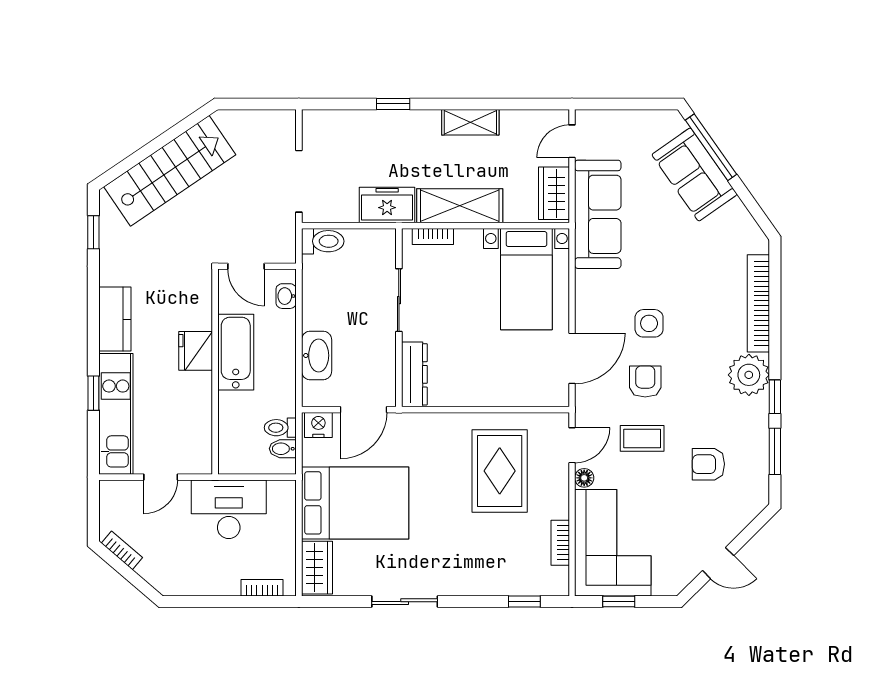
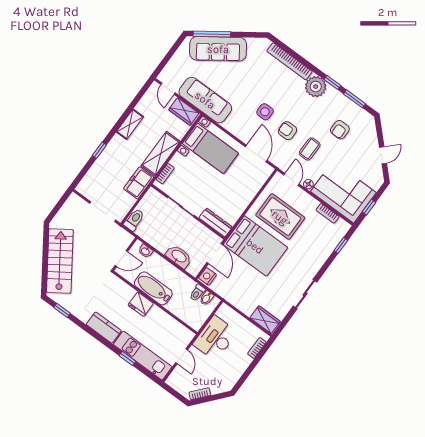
sofa: (695, 174) -> (218, 49), width x1.36
bed: (355, 503) -> (255, 246), moved, turned 90

